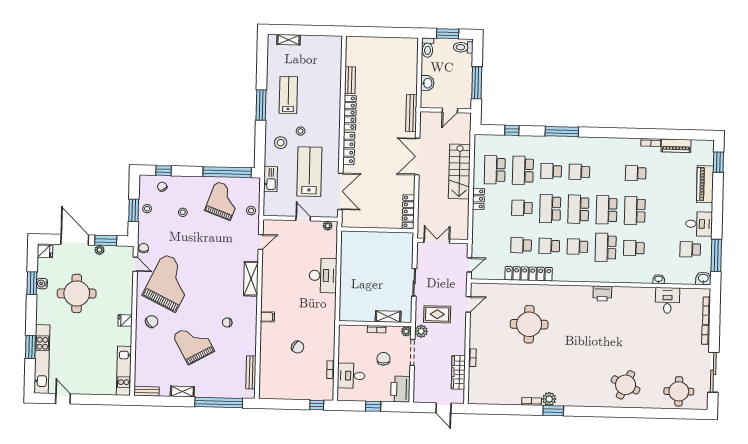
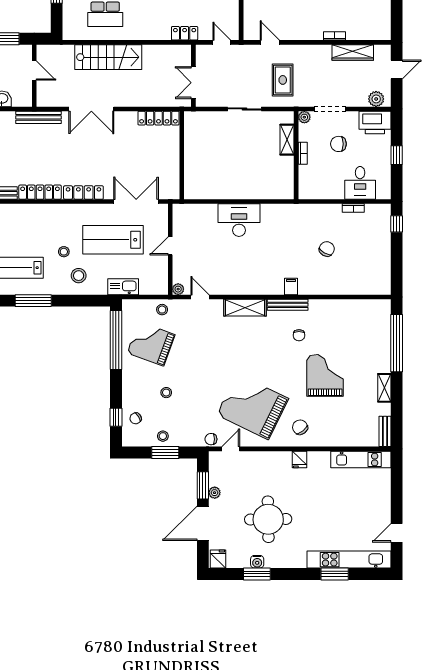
locker: (478, 199) -> (185, 33), moved
plant: (328, 226) -> (178, 289), moved
plant: (421, 331) -> (376, 99), moved
grand piano: (194, 343) -> (325, 375), turned 119
bench: (251, 372) -> (288, 305), moved

